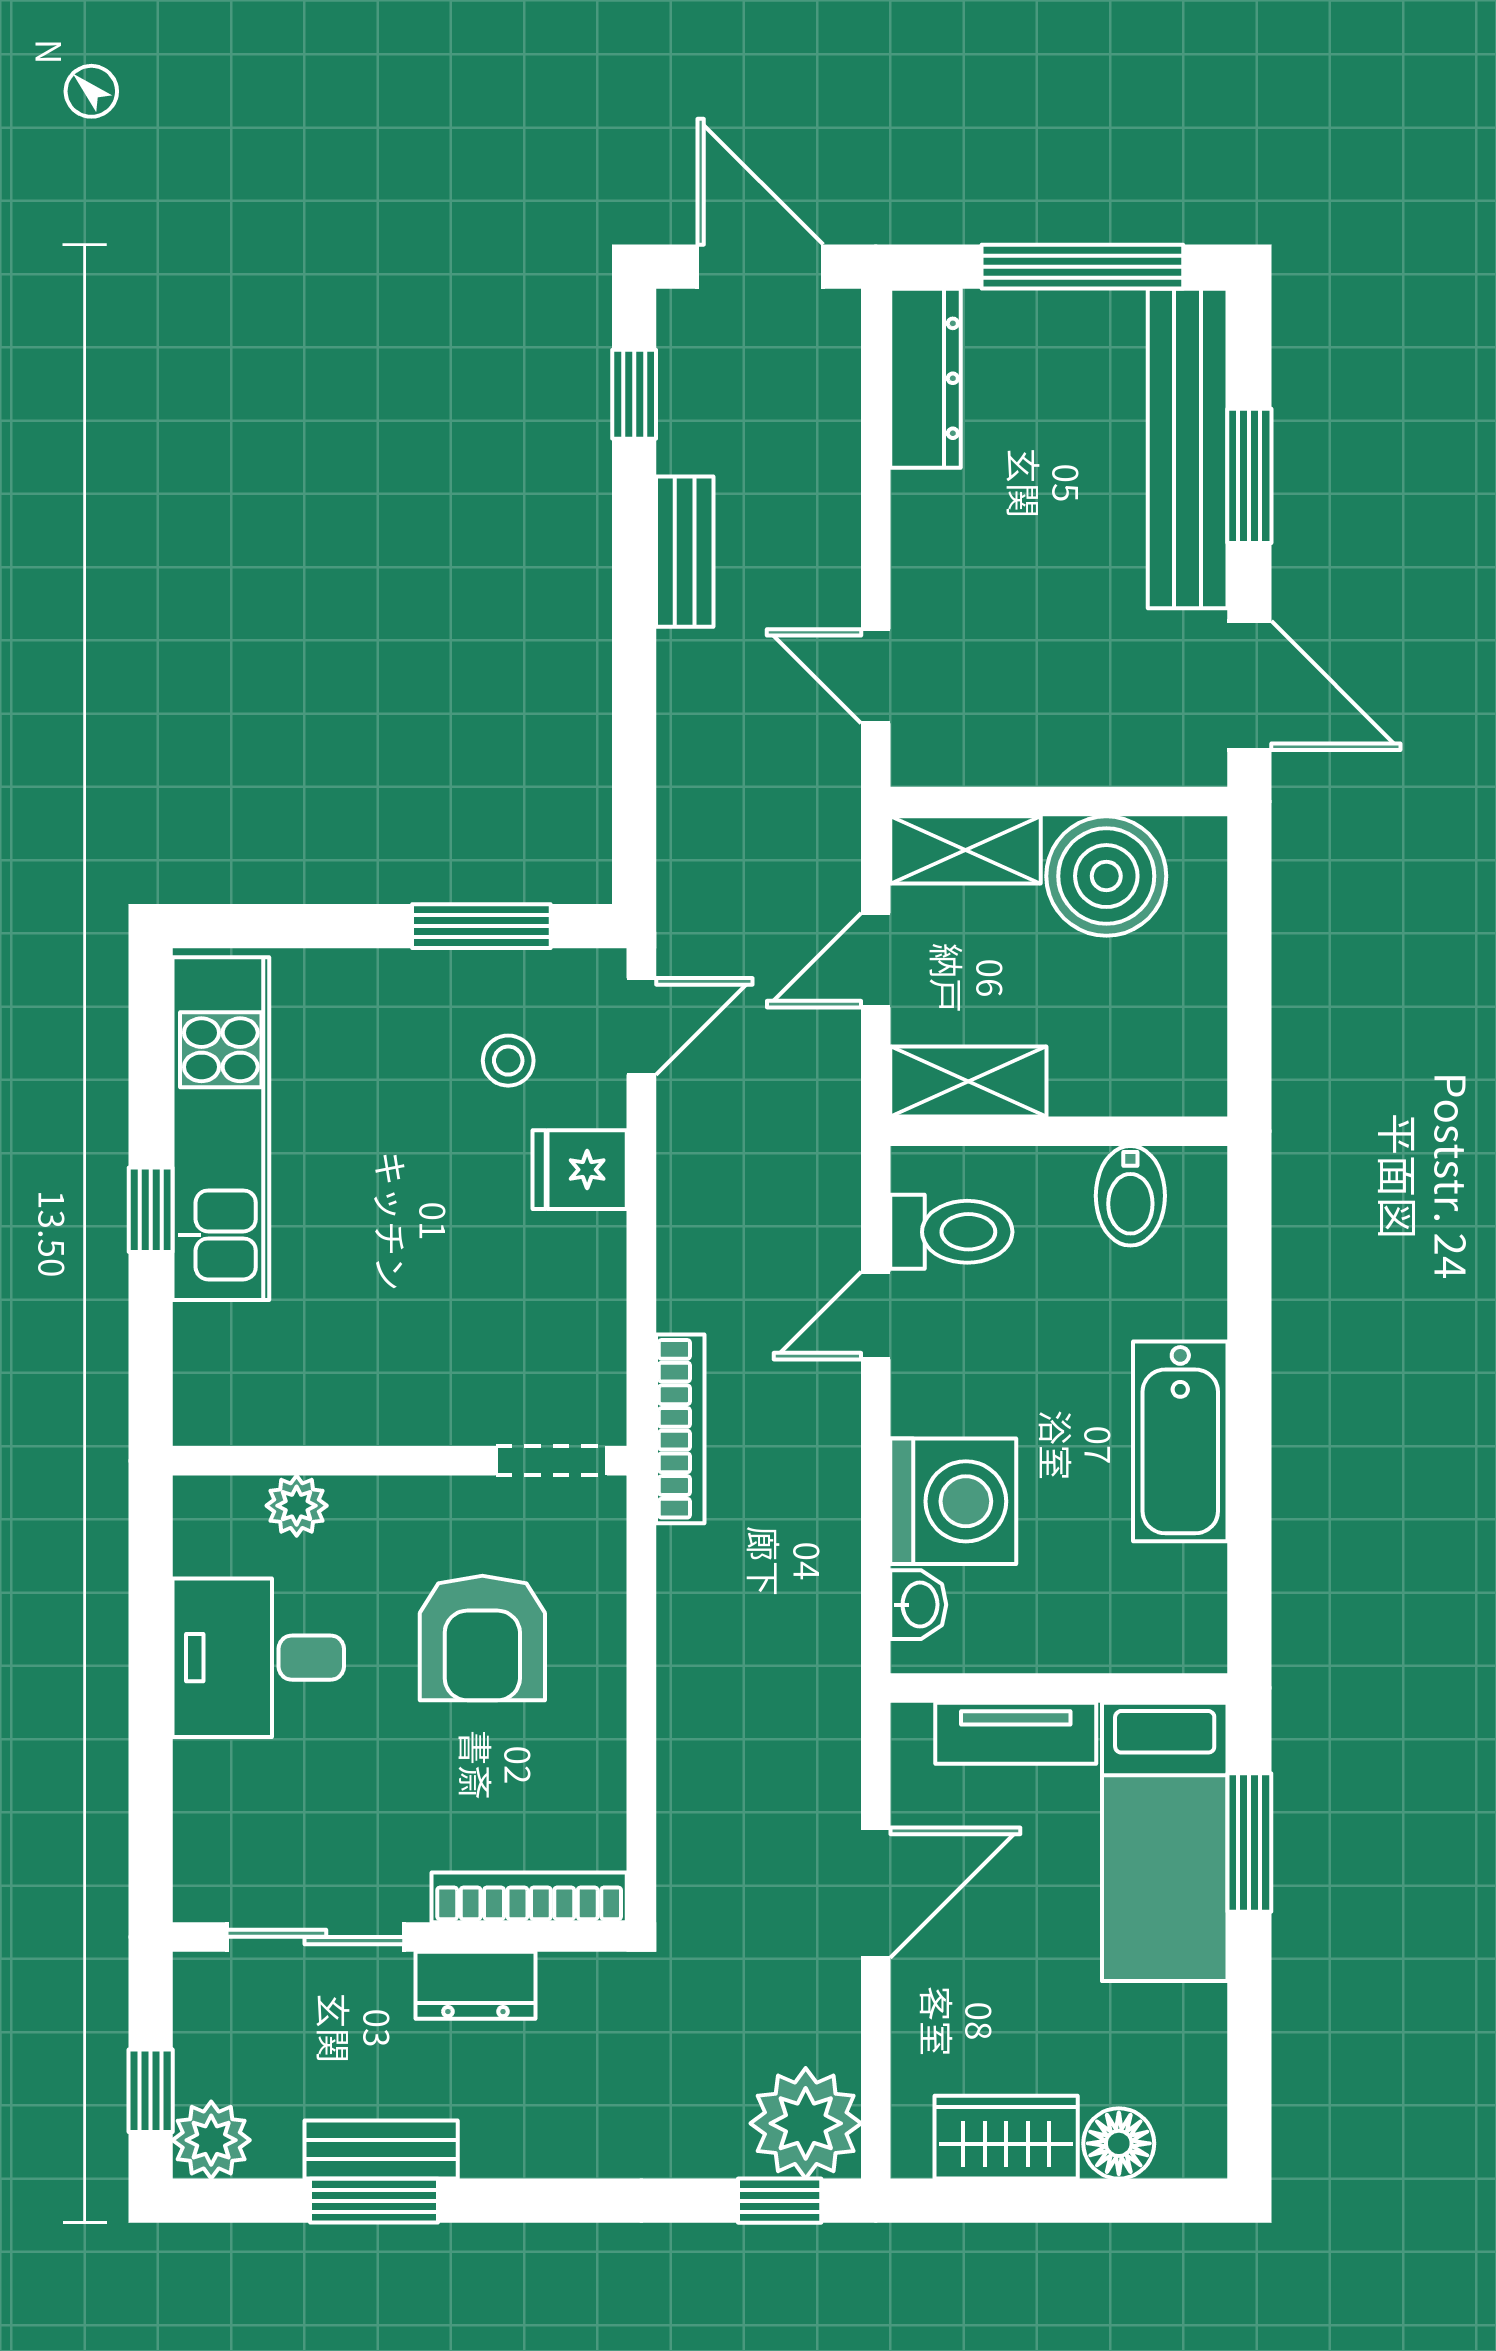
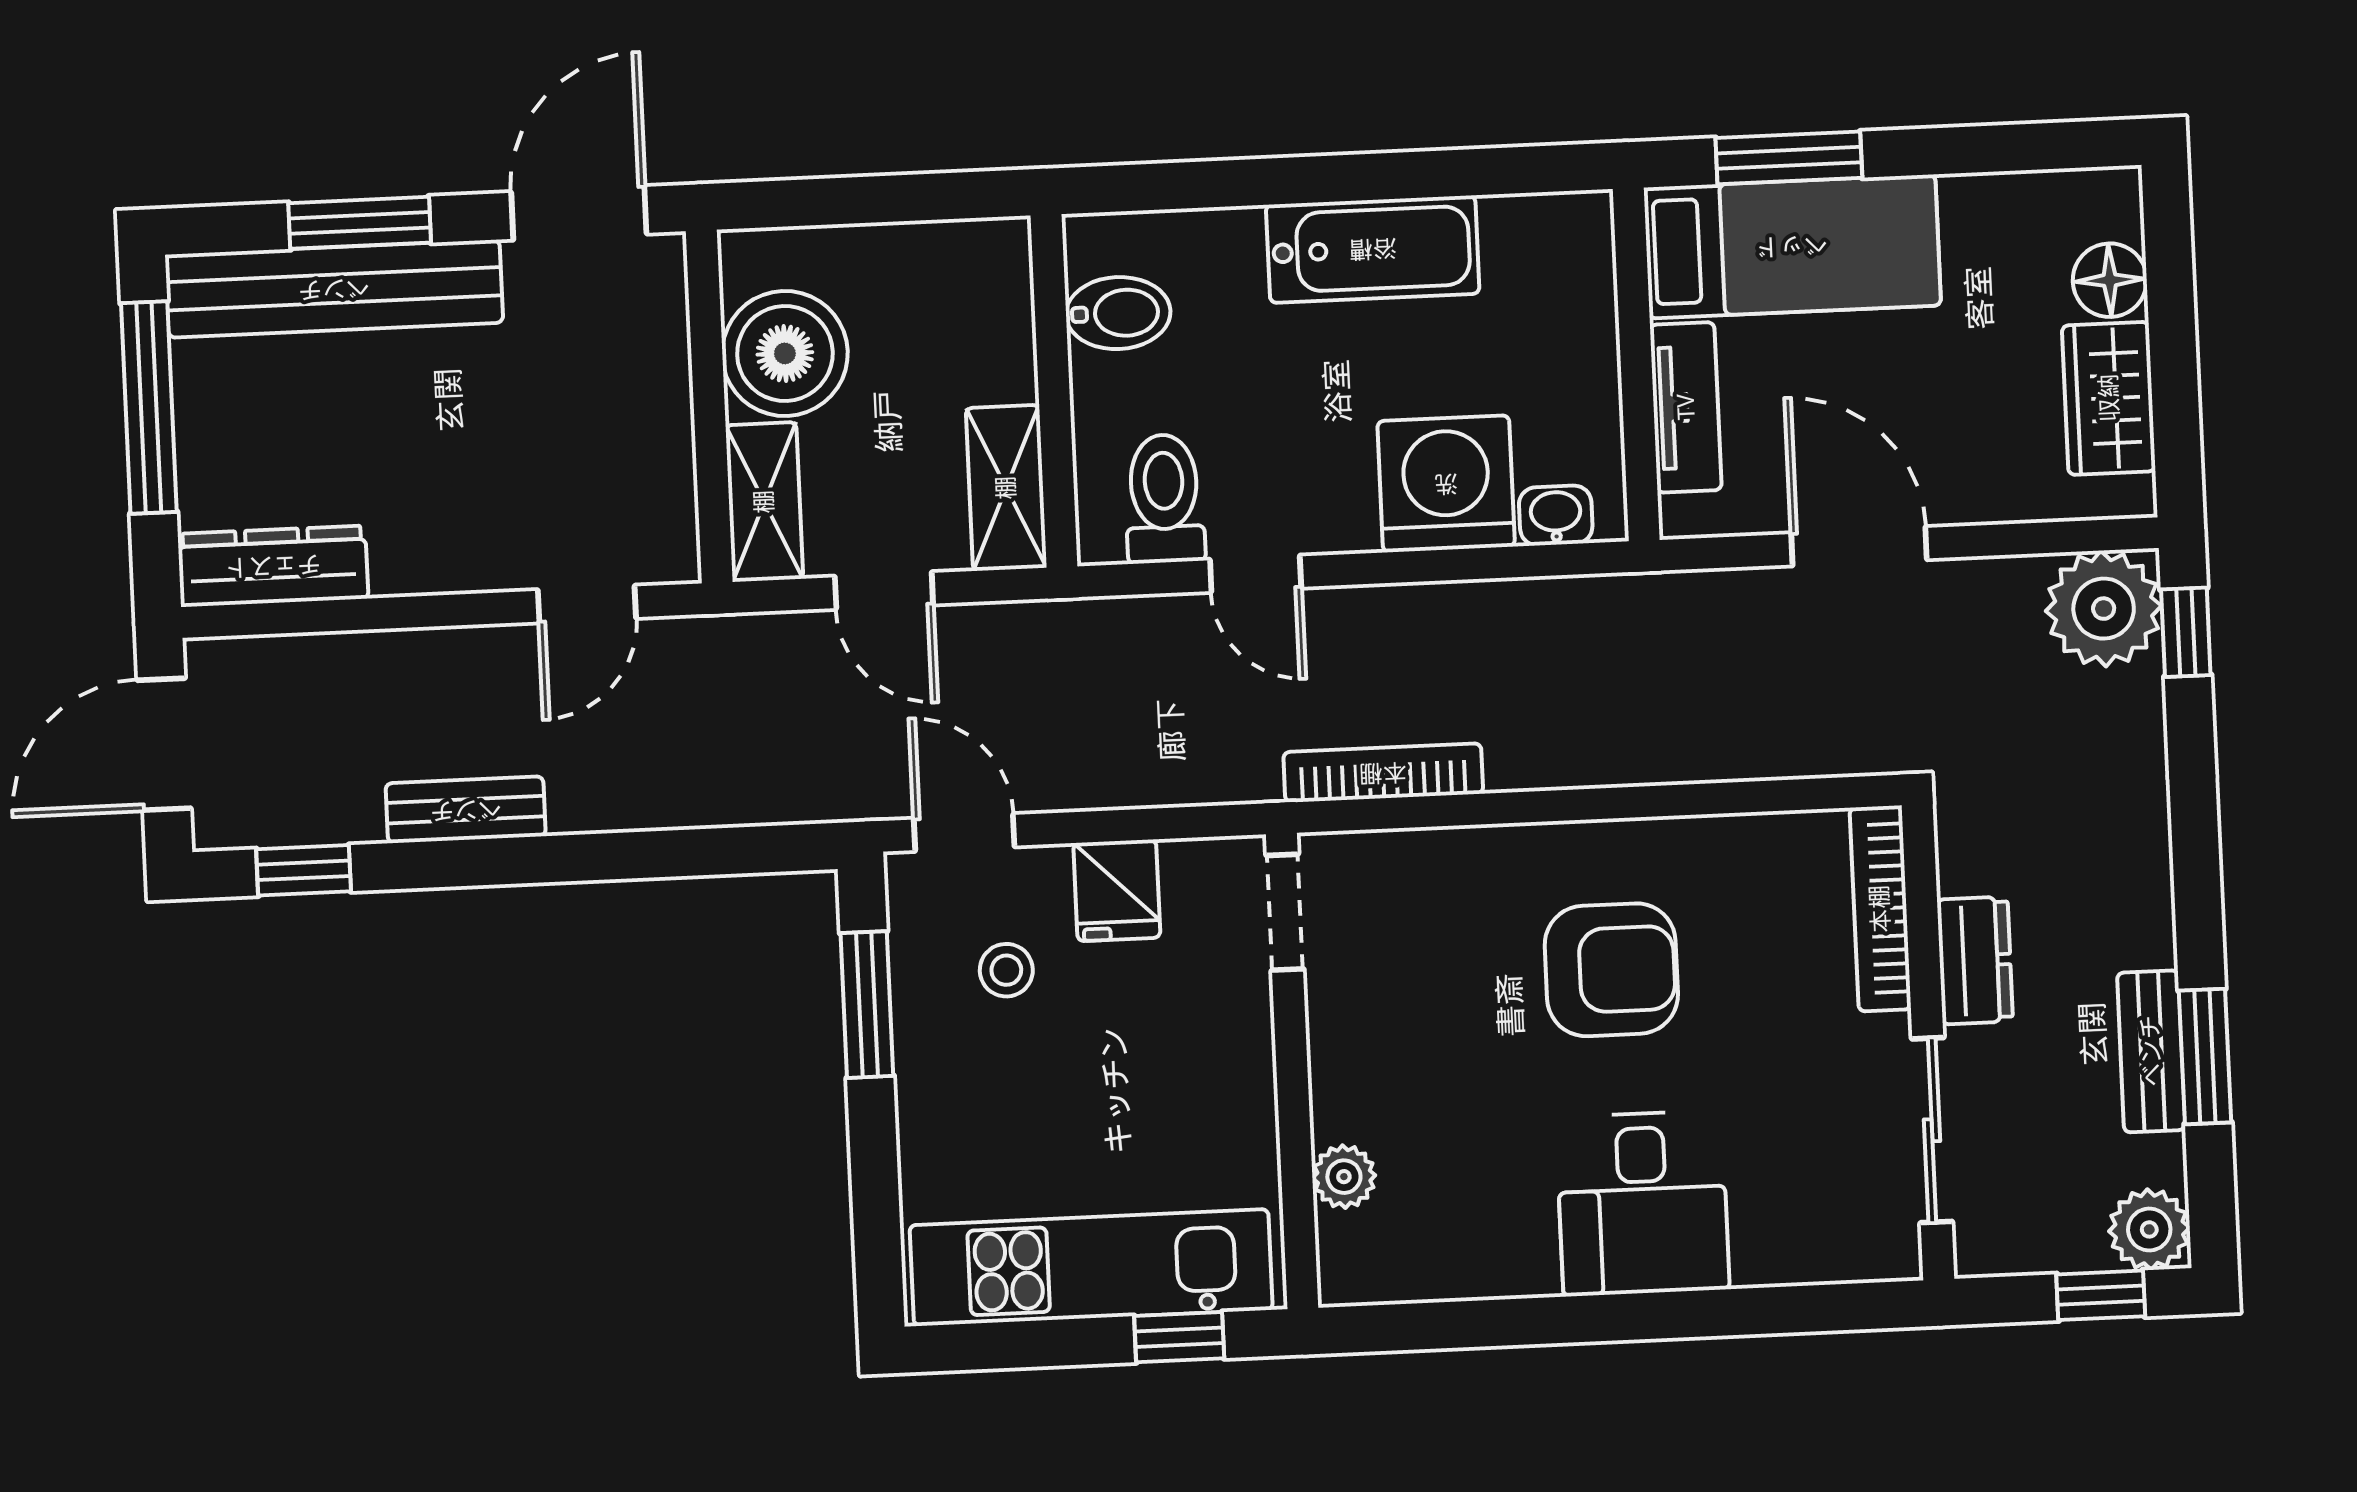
wall: (400, 1461) -> (1292, 1071), moved
doorway: (551, 1461) -> (1285, 912), moved
plant: (297, 1506) -> (1344, 1177), moved

